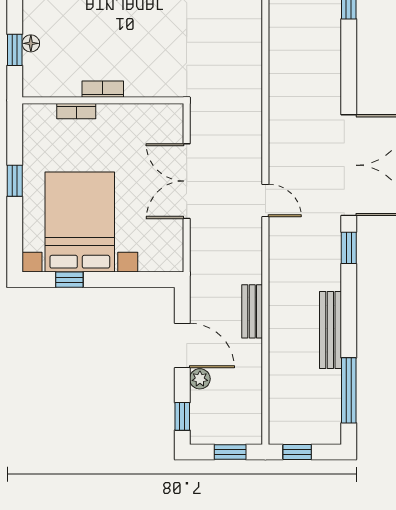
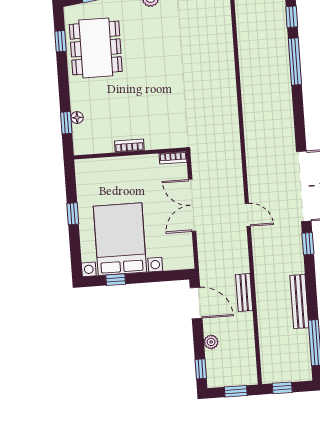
bookcase: (76, 111) -> (173, 158), moved
door: (182, 345) -> (196, 303), moved

